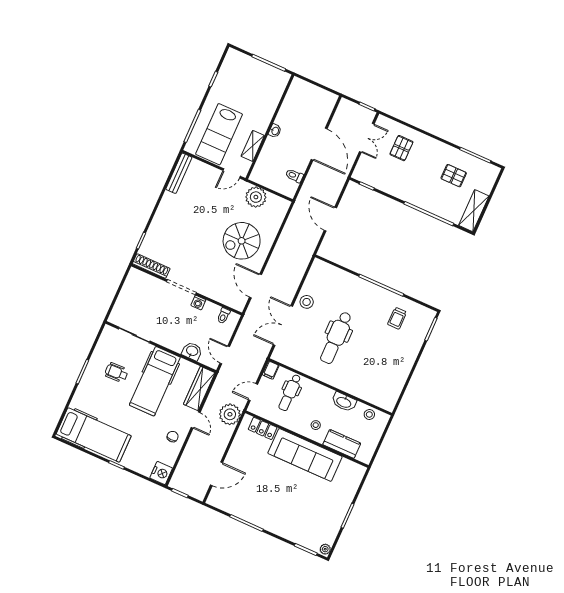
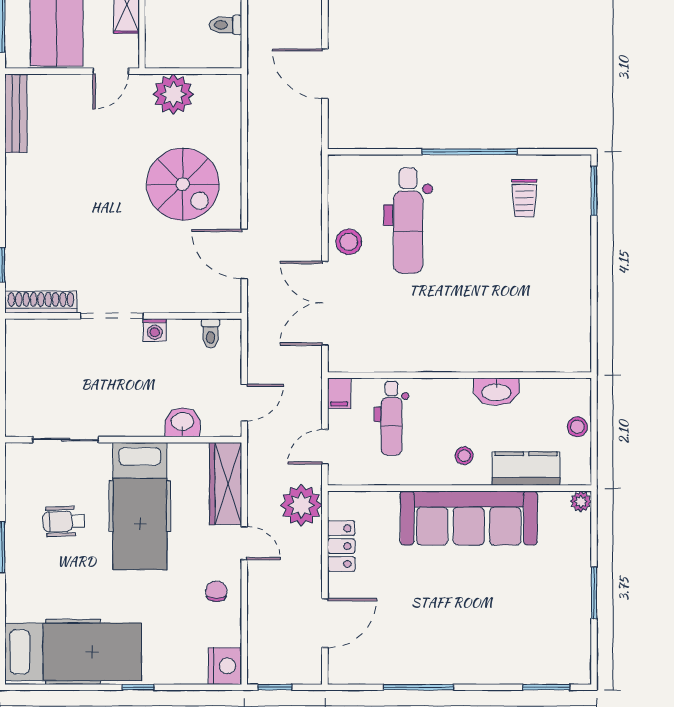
spiral stairs: (242, 241) -> (183, 184), turned -90
dental chair: (336, 338) -> (408, 221), moved
door: (225, 355) -> (244, 403), swing flipped
stool: (369, 414) -> (577, 427), moved
locker: (263, 428) -> (341, 546), moved, turned -90
plant: (325, 549) -> (581, 501), moved

